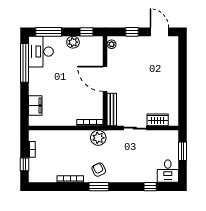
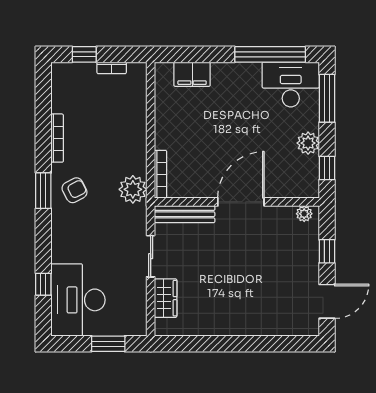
desk: (168, 171) -> (78, 300), width x1.87, depth x1.30

